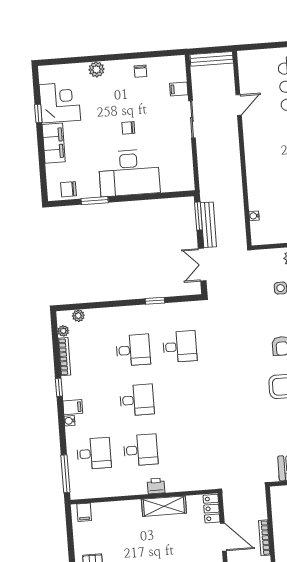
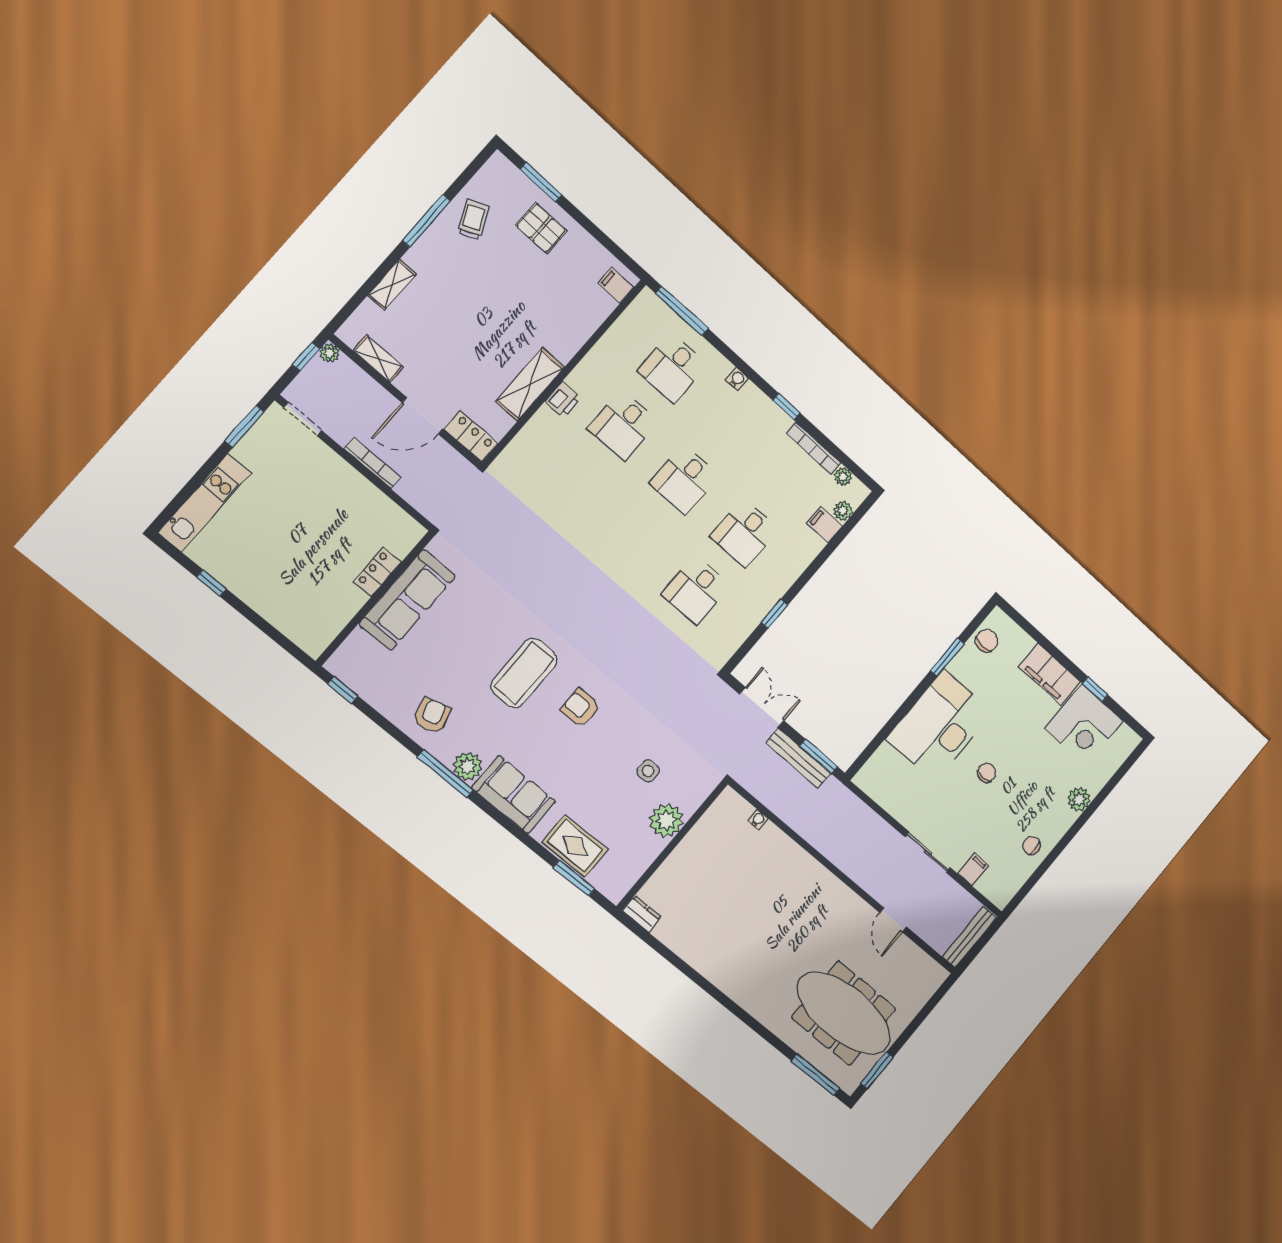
filing cabinet: (73, 407) -> (825, 525), moved, turned 90

